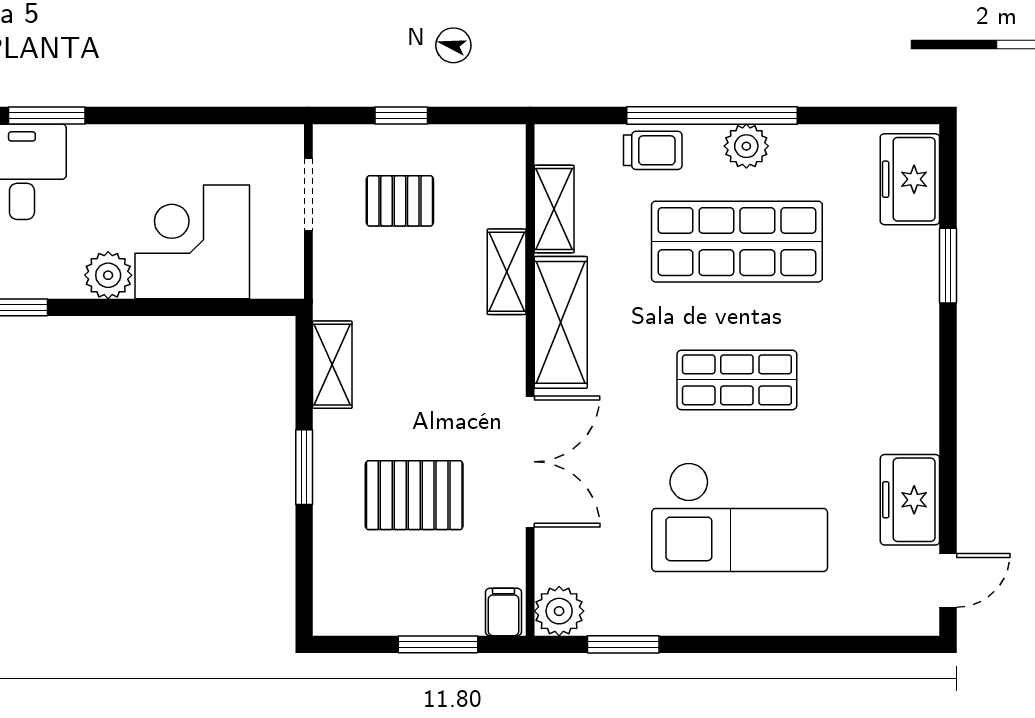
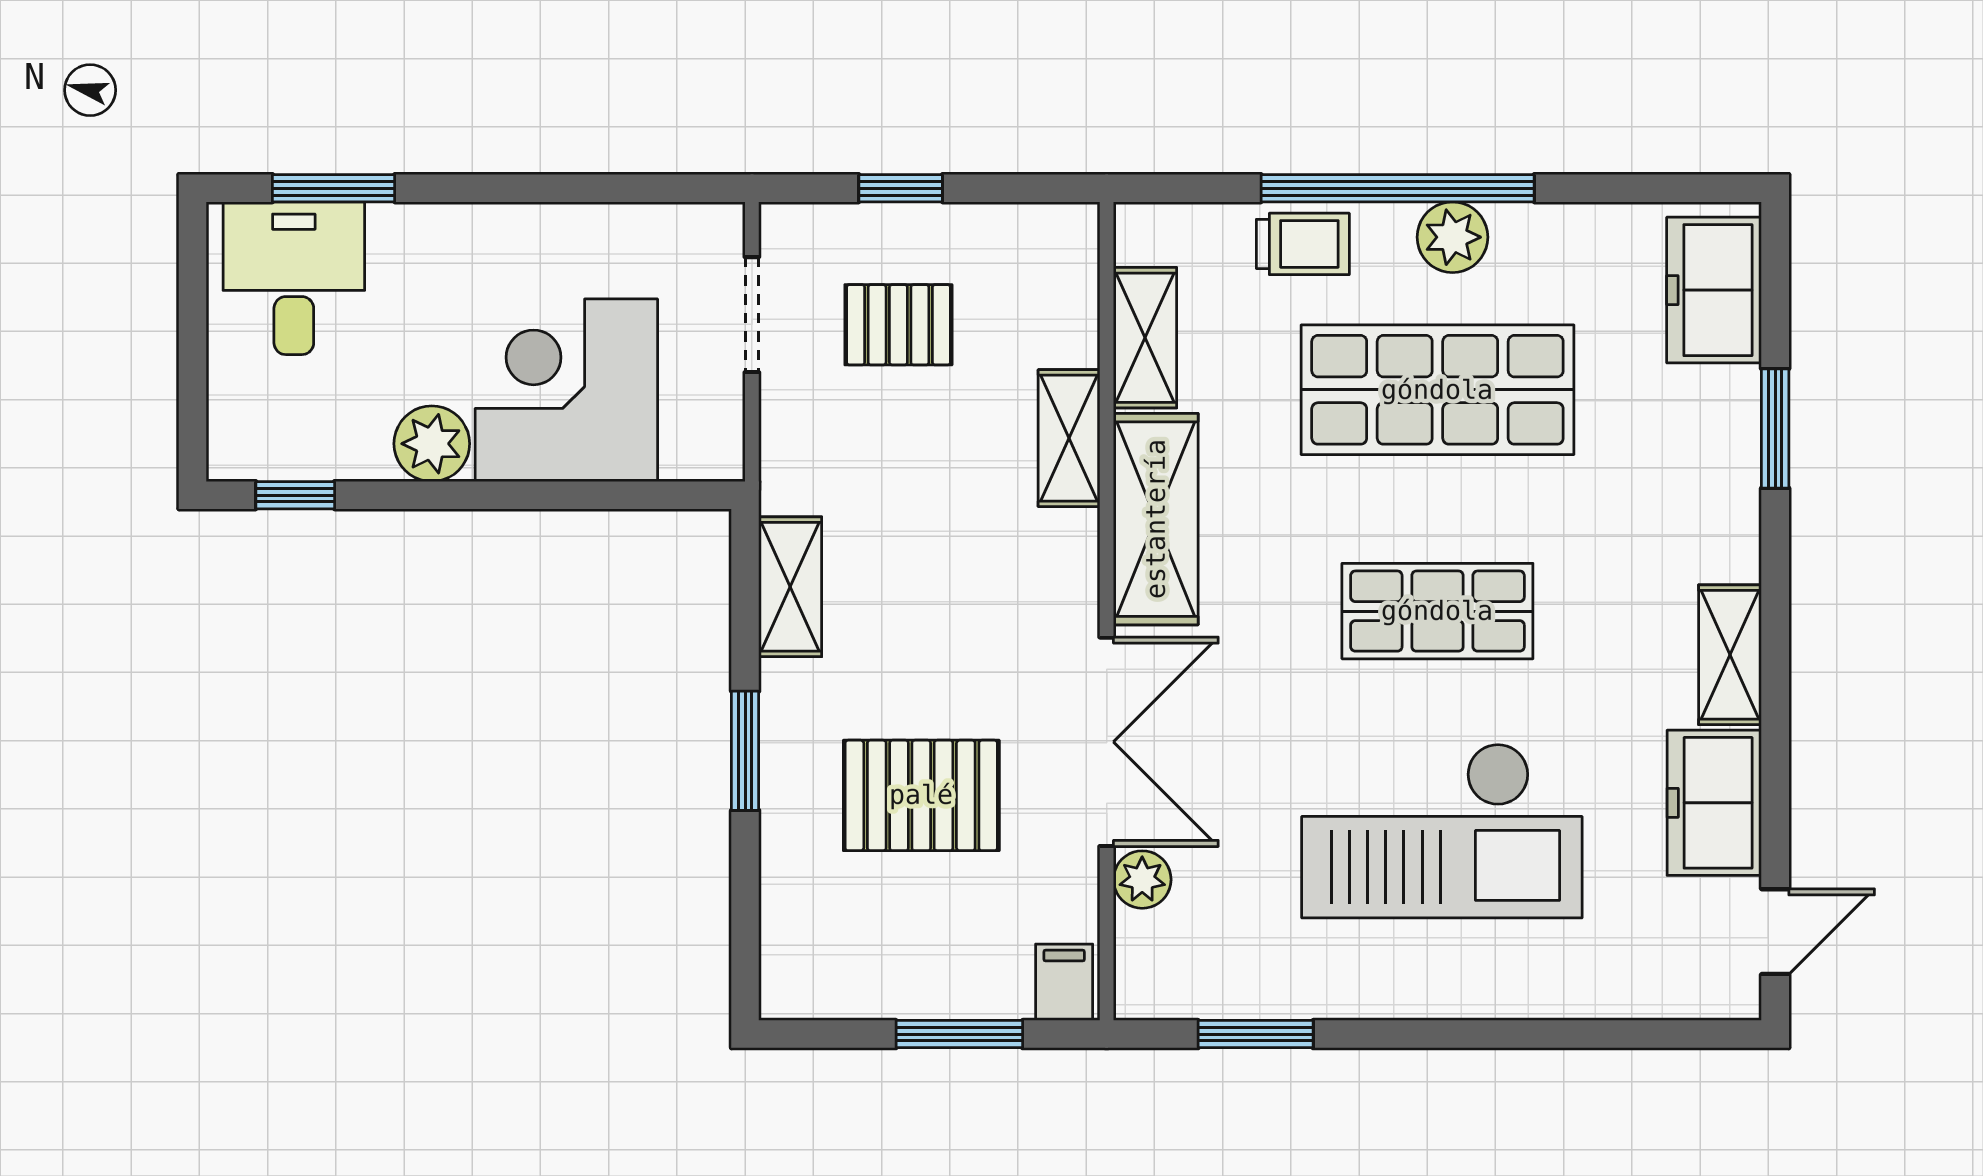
shelving: (920, 407) -> (1730, 655), added
plant: (559, 611) -> (1142, 880), moved, width x0.73, depth x0.73

